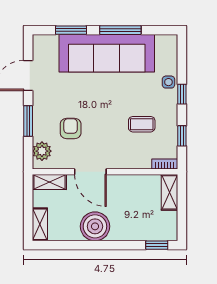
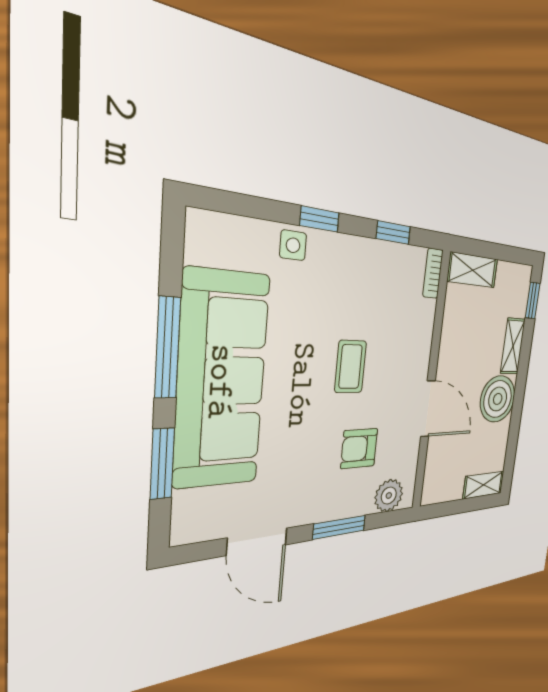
coffee table: (142, 124) -> (351, 367), moved
door: (90, 172) -> (428, 409), hinge flipped
shelving: (49, 182) -> (513, 346), moved

